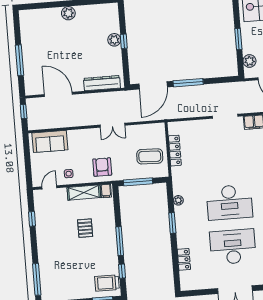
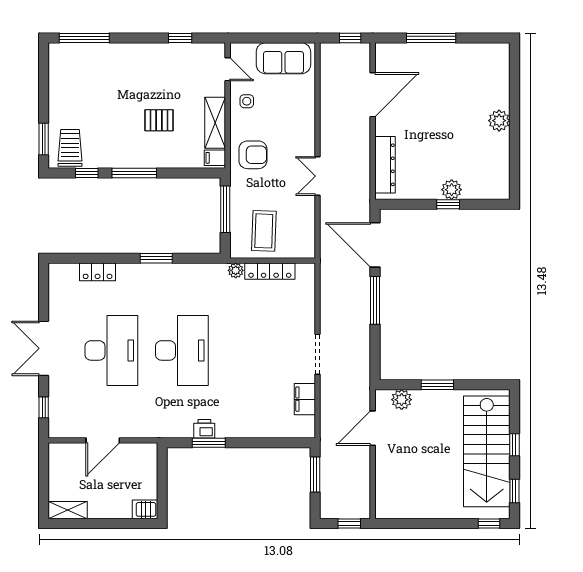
sofa: (50, 141) -> (283, 58), moved, turned -90
plant: (178, 200) -> (236, 270), moved
desk: (229, 202) -> (182, 350), turned 180

